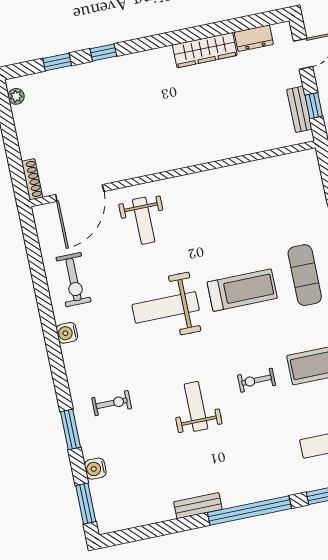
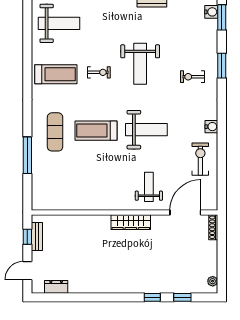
wardrobe: (205, 50) -> (131, 222), moved, turned 180
weight bench: (196, 406) -> (140, 64), width x1.36, depth x1.33
water cooler: (95, 469) -> (211, 12), moved

